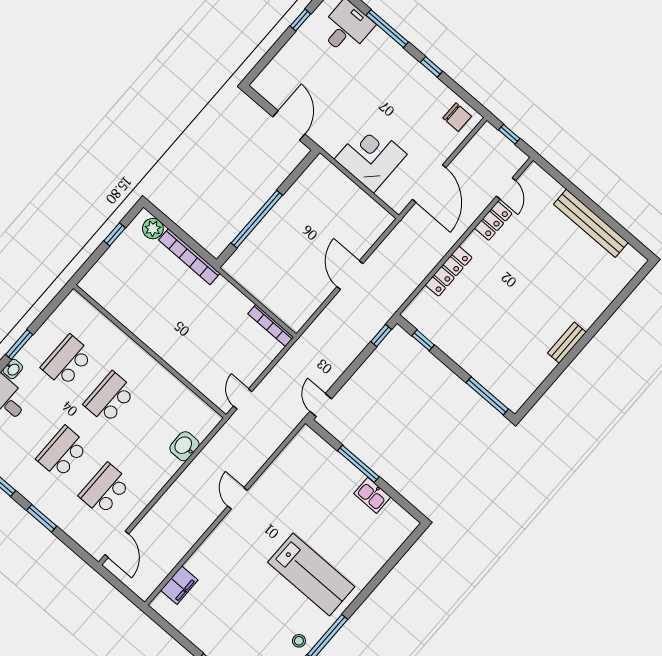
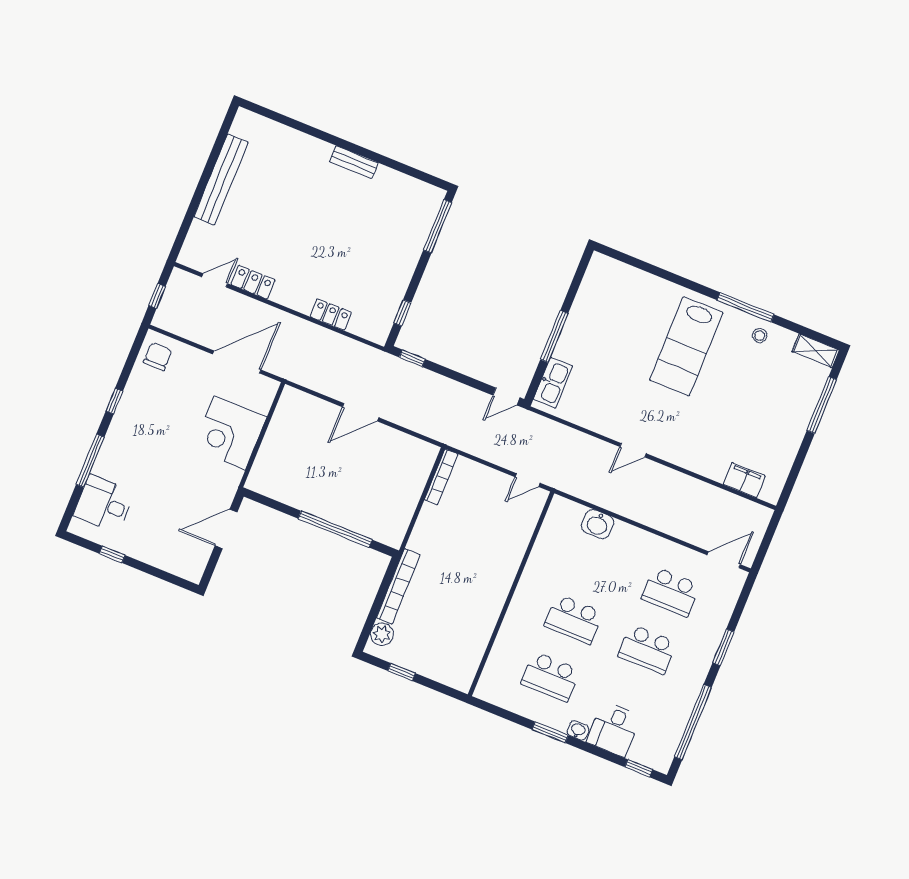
locker: (449, 271) -> (331, 315), width x0.66
kitchen sink: (372, 495) -> (553, 383), moved, width x1.38
lab bench: (311, 575) -> (686, 346), turned 180

